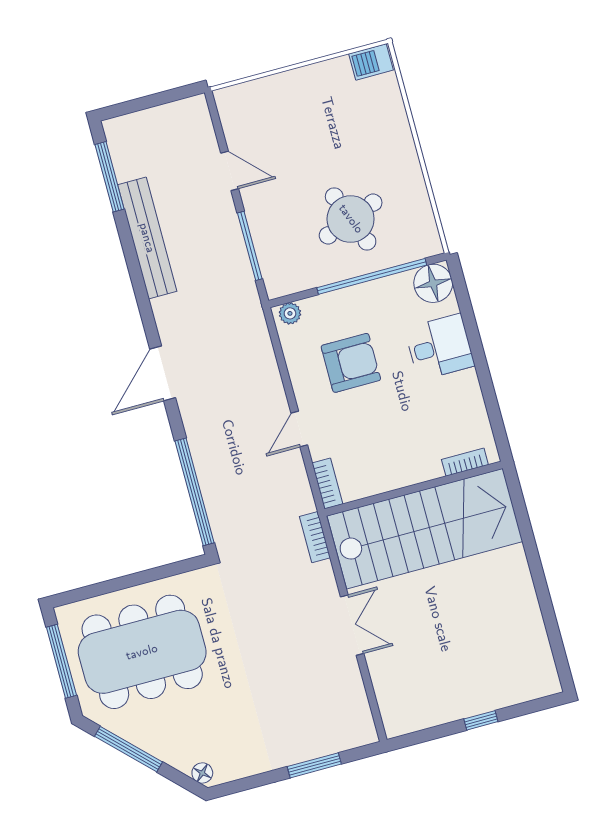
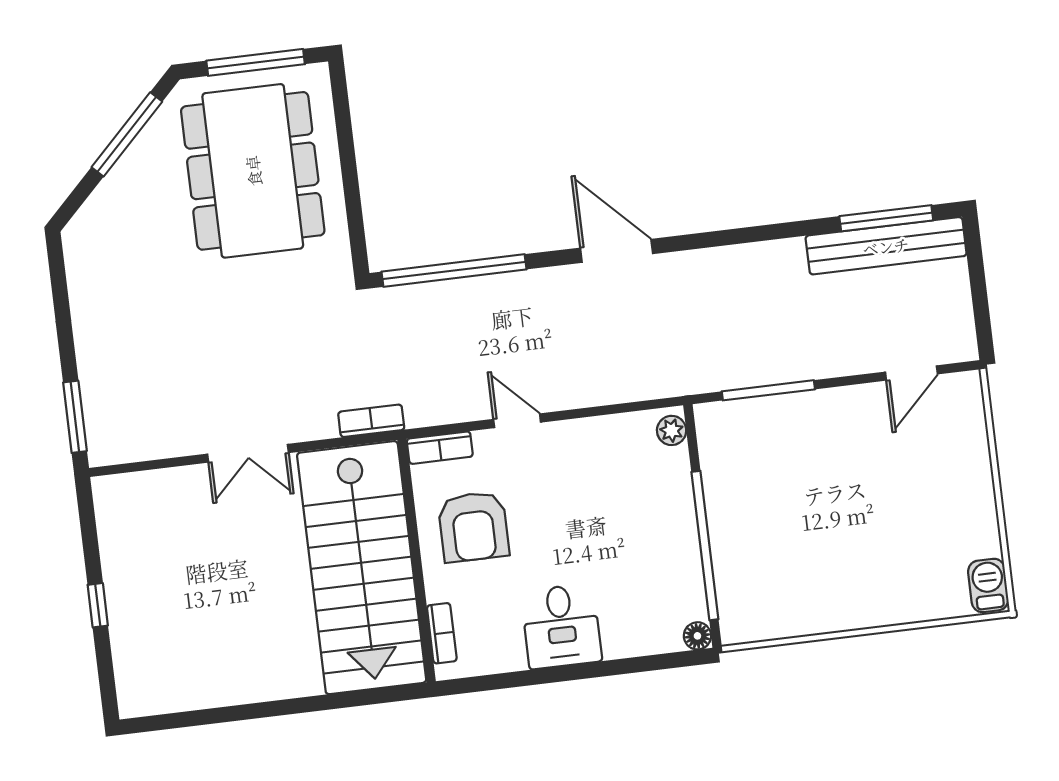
door: (230, 171) -> (911, 373), moved
round table: (351, 219) -> (785, 529), removed
bench: (147, 238) -> (886, 246), moved
floor lamp: (433, 283) -> (697, 636), width x0.53, depth x0.53
desk: (440, 347) -> (561, 626), moved
armchair: (351, 363) -> (473, 527), moved
window: (314, 765) -> (75, 417), moved
floor lamp: (202, 773) -> (81, 227), removed

